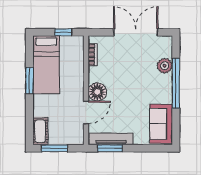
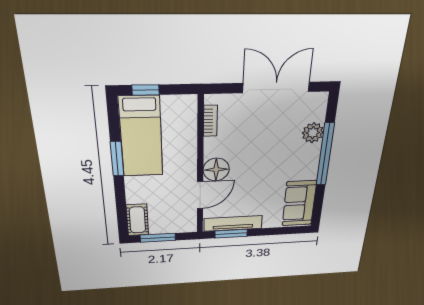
window: (63, 32) -> (146, 90), moved

